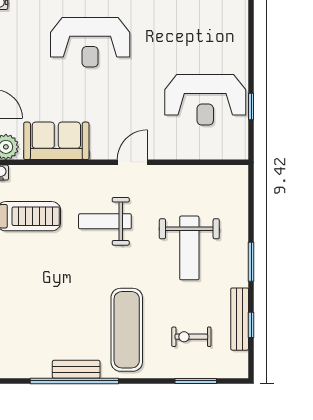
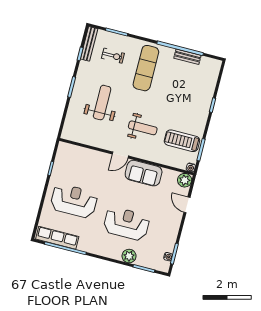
reception desk: (205, 100) -> (74, 201), moved
sofa: (56, 141) -> (144, 173), moved
bench: (240, 319) -> (89, 44), moved
bench: (76, 369) -> (187, 57), moved

